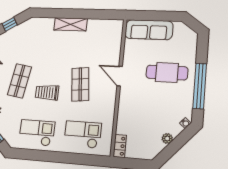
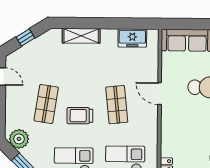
shelving: (71, 24) -> (81, 36), moved
freezer: (100, 27) -> (132, 38), added

